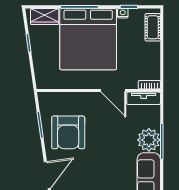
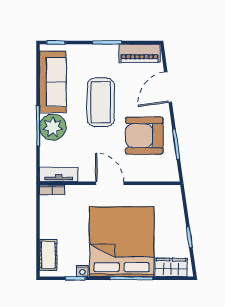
door: (113, 90) -> (110, 183), moved
armchair: (68, 132) -> (144, 136), turned -90
coffee table: (107, 162) -> (101, 102), added

